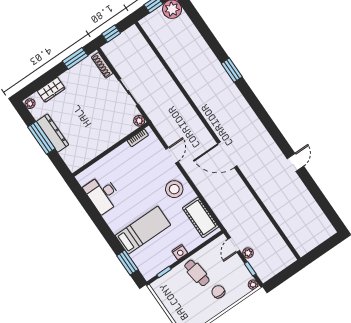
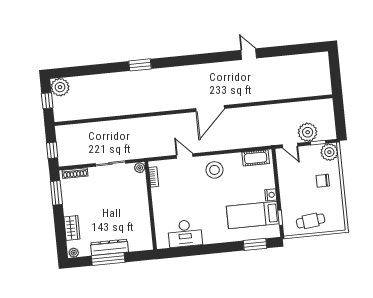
cot: (201, 217) -> (256, 158), width x0.73, depth x0.75
bed: (143, 230) -> (253, 215), moved, turned -90
plant: (248, 253) -> (308, 132), width x1.87, depth x1.87
cafe table: (197, 273) -> (311, 221), moved
plant: (253, 285) -> (329, 152), width x1.87, depth x1.87

